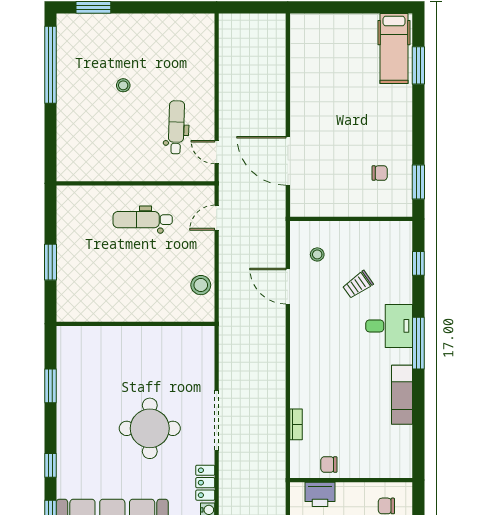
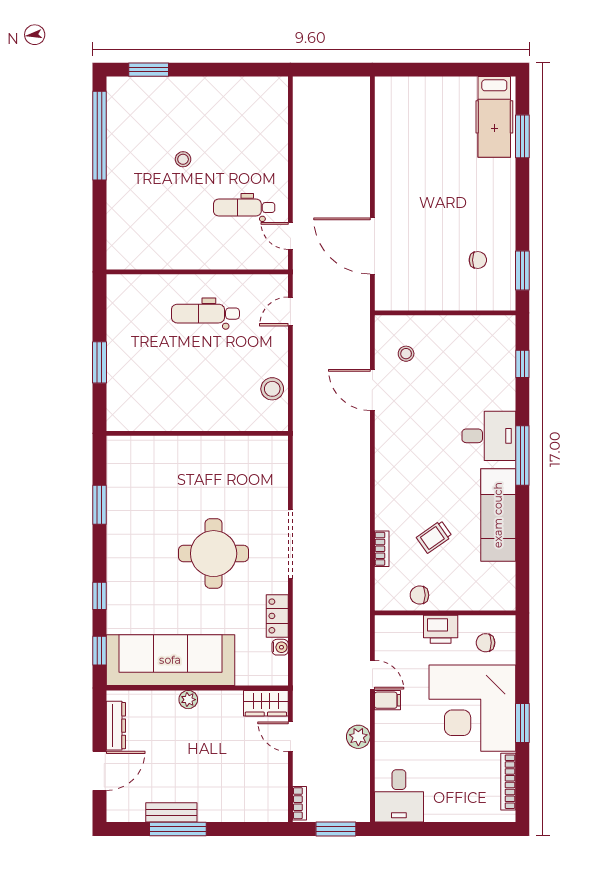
dental chair: (176, 127) -> (244, 208), turned -92
trolley: (358, 285) -> (434, 537), moved
exam couch: (402, 395) -> (498, 515), width x1.36, depth x1.45
printer: (320, 494) -> (441, 629), moved

